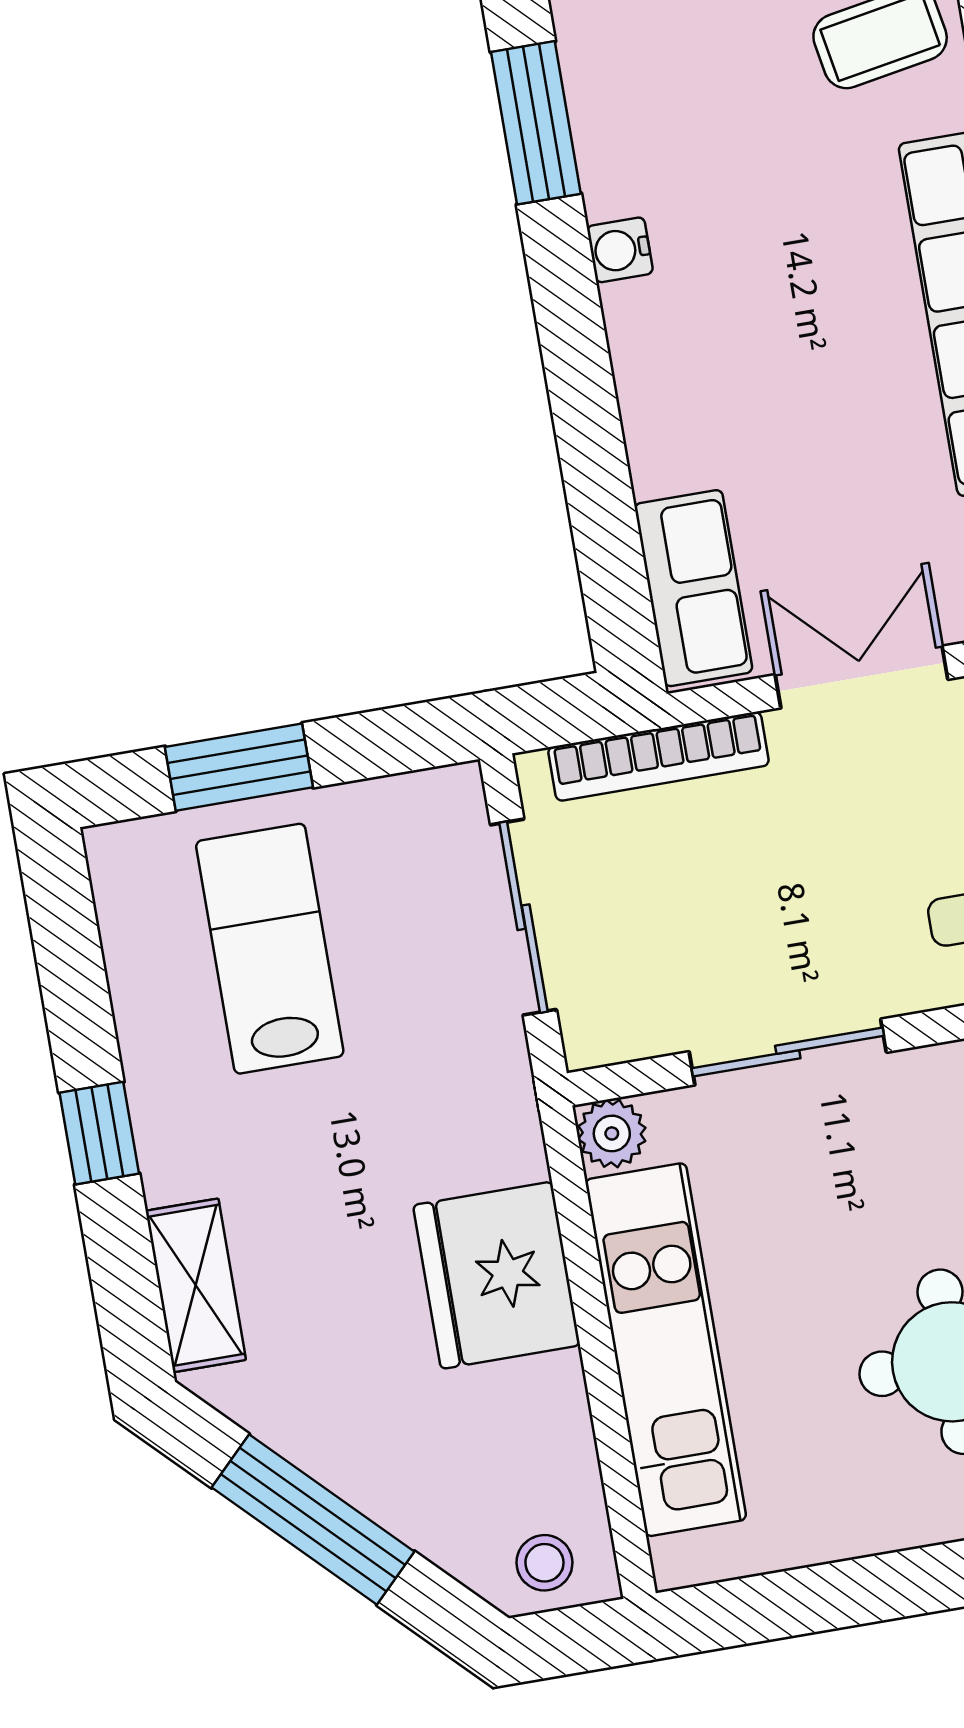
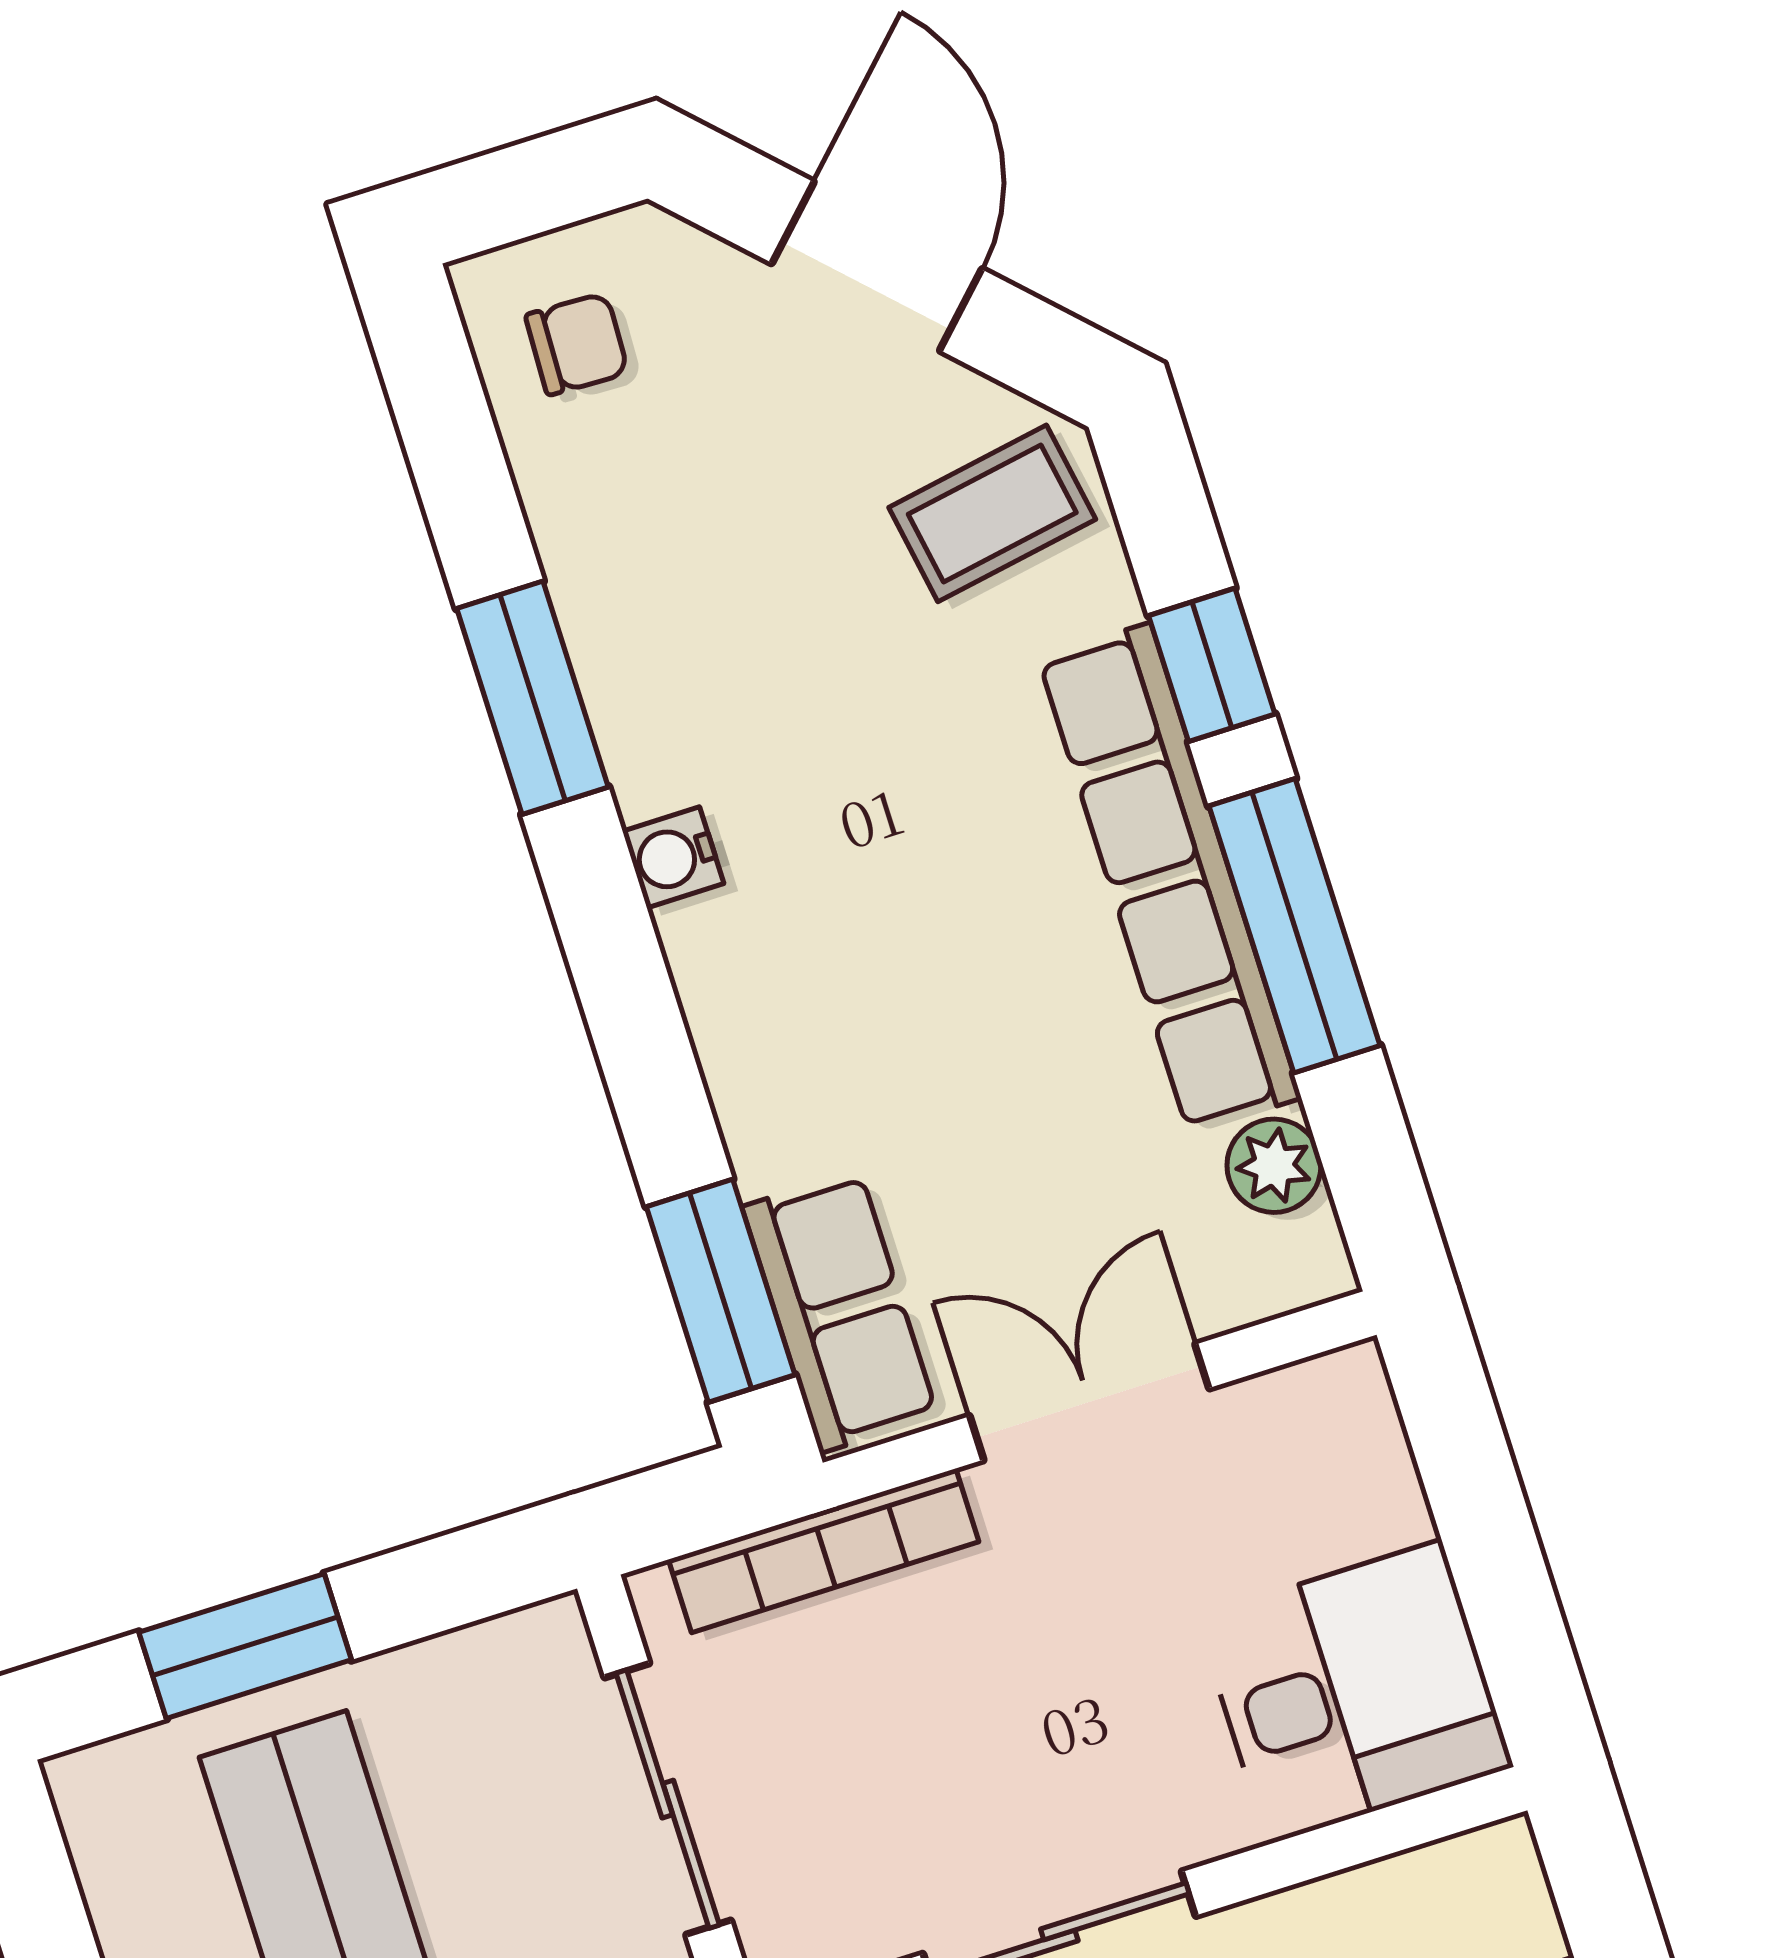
window: (611, 562) -> (721, 1291), added

